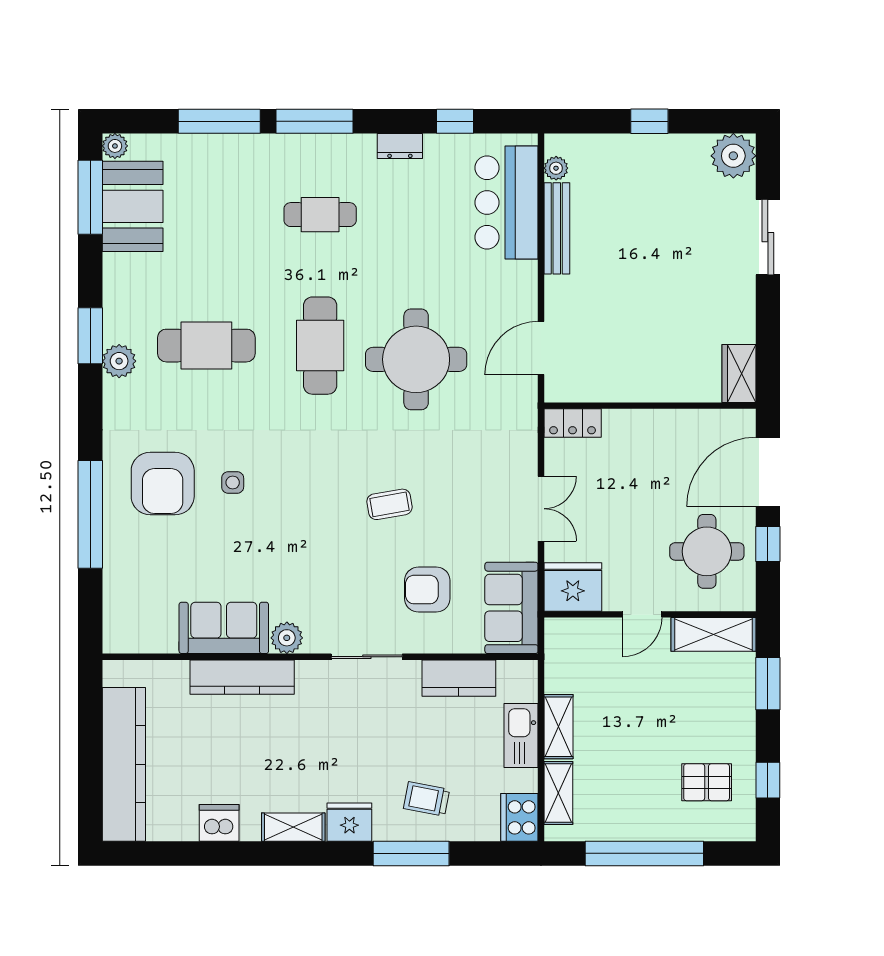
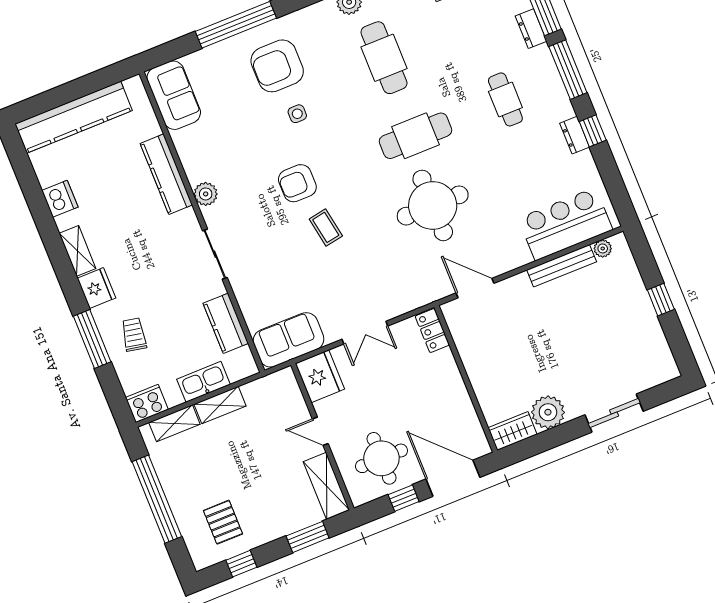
window: (455, 121) -> (593, 131), moved
dresser: (244, 147) -> (531, 29), added
plant: (733, 156) -> (548, 412), moved
armchair: (427, 590) -> (297, 183), moved, turned -90
sofa: (224, 628) -> (174, 95), moved

